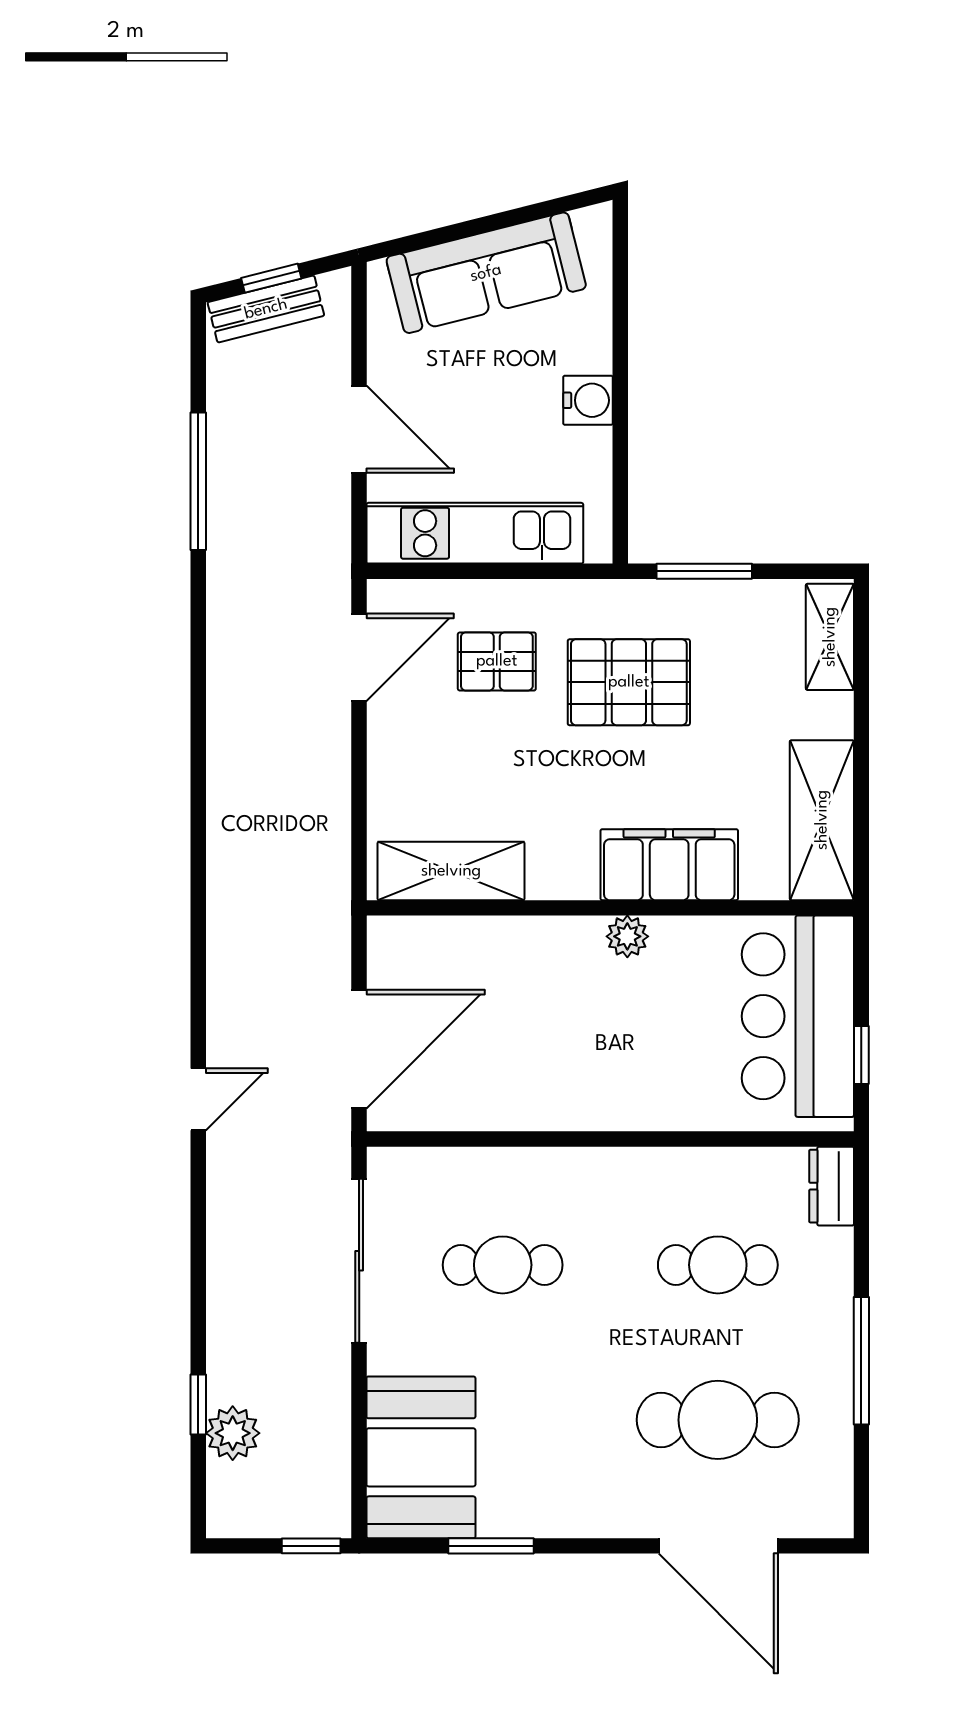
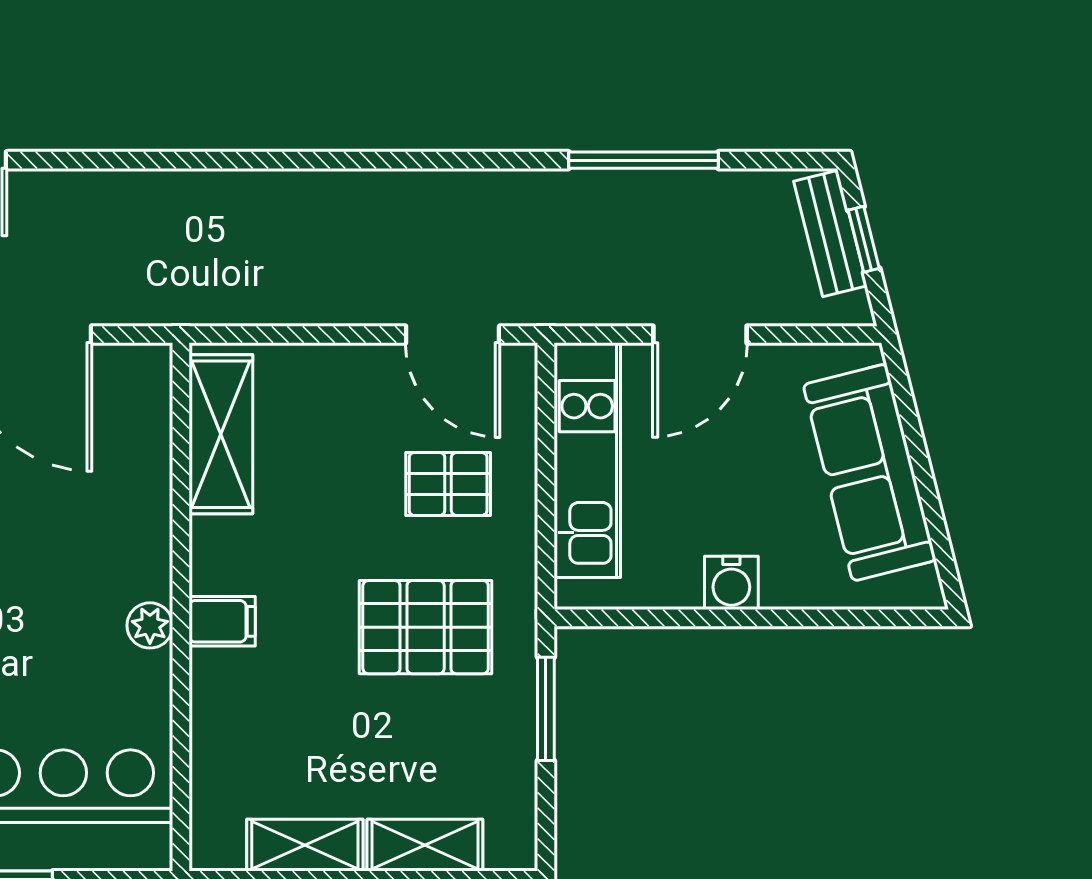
shelving: (830, 637) -> (425, 845), moved
pallet: (497, 661) -> (448, 484), turned 90
pallet: (629, 682) -> (426, 627), turned 90
shelving: (822, 820) -> (305, 845), width x0.67, depth x0.75
filing cabinet: (669, 865) -> (222, 621), width x0.33, depth x0.86

